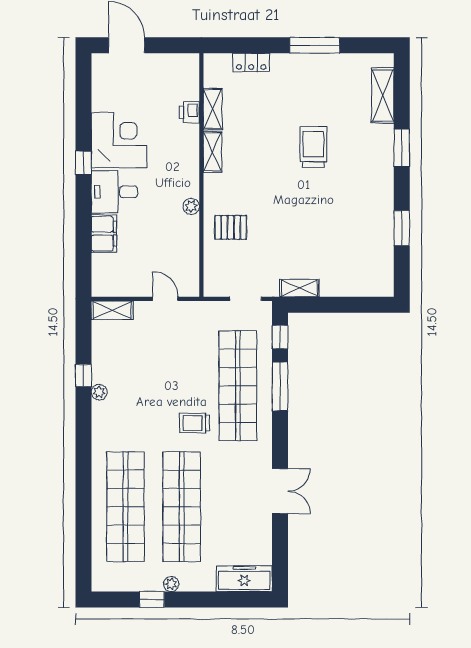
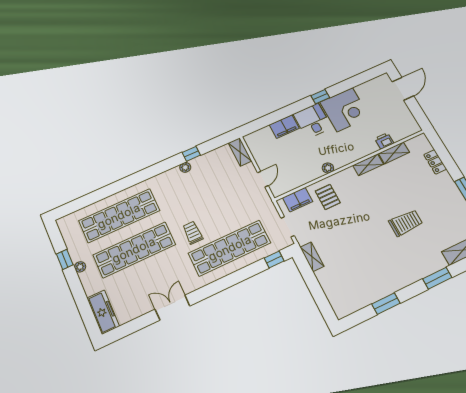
filing cabinet: (215, 268) -> (298, 200), added
window: (280, 386) -> (242, 275), removed
double door: (280, 491) -> (172, 308), swing flipped

